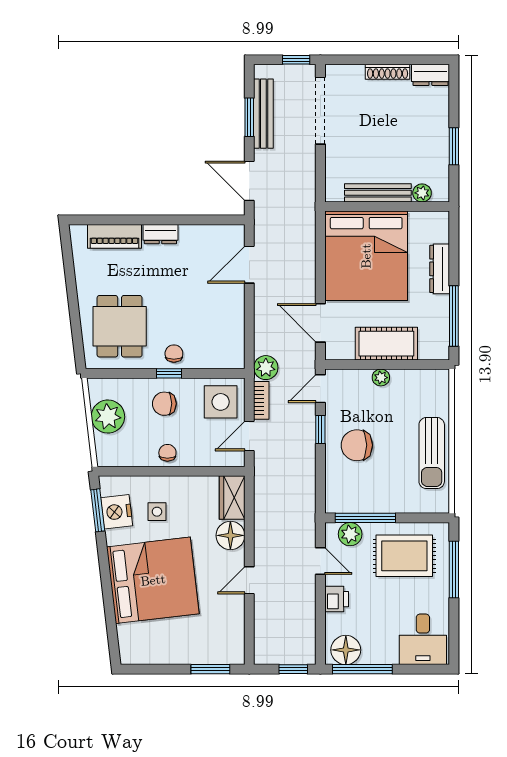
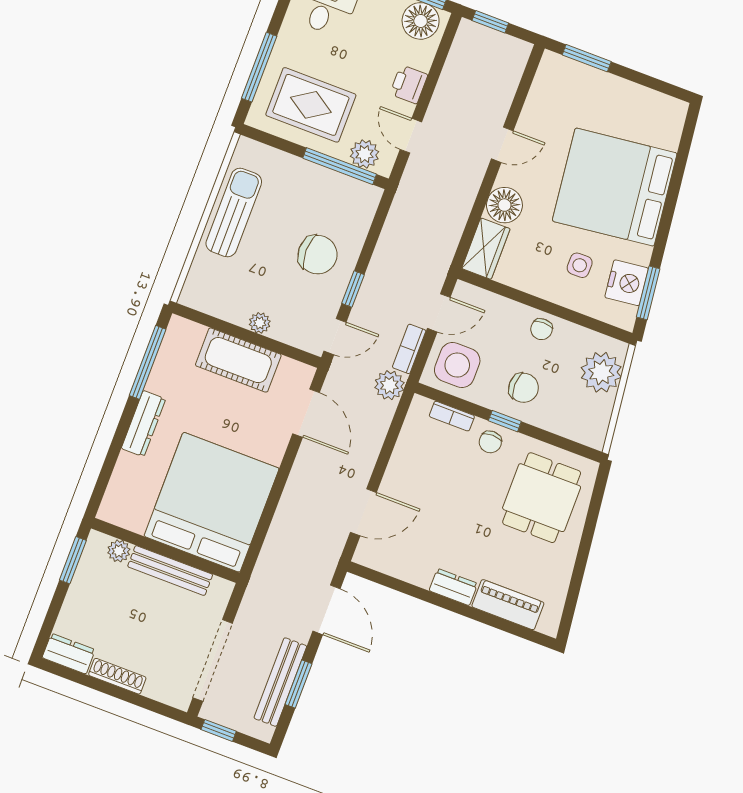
bench: (378, 193) -> (170, 571), moved
plant: (422, 193) -> (119, 551), moved
wall: (387, 207) -> (165, 550), moved
bed: (366, 256) -> (212, 502), moved
bookcase: (210, 362) -> (452, 416), added
plant: (108, 417) -> (601, 372), moved

